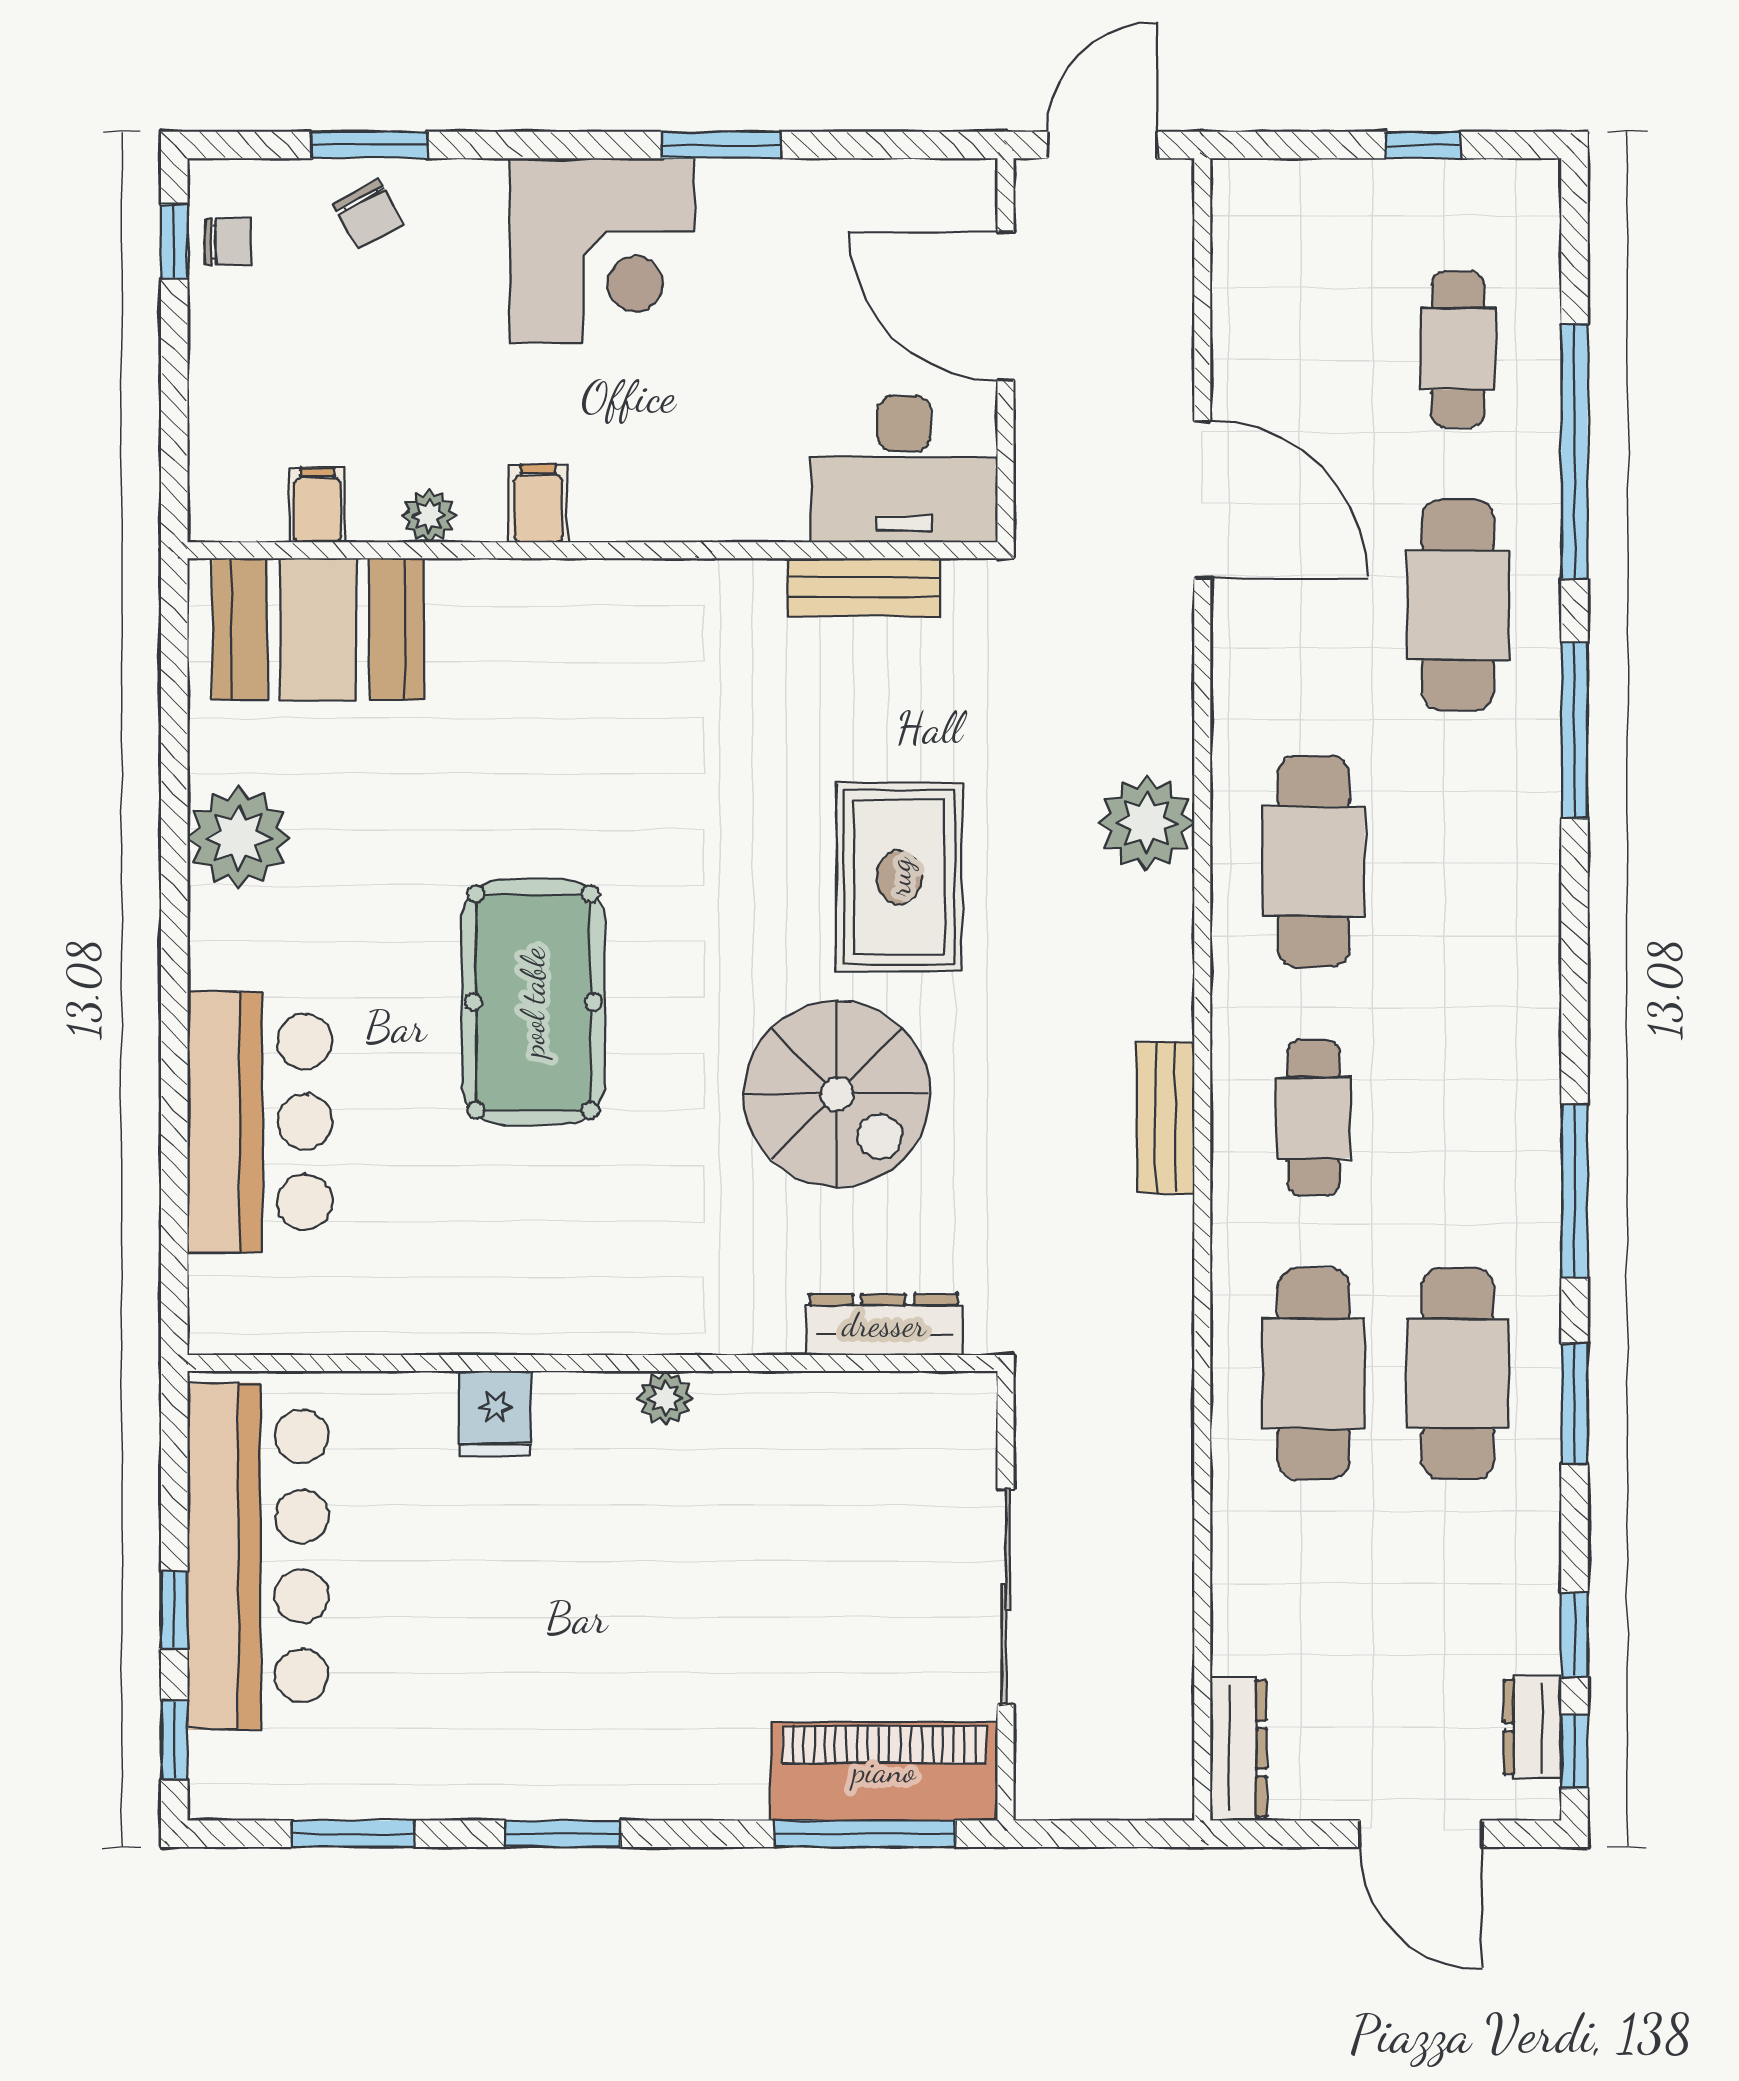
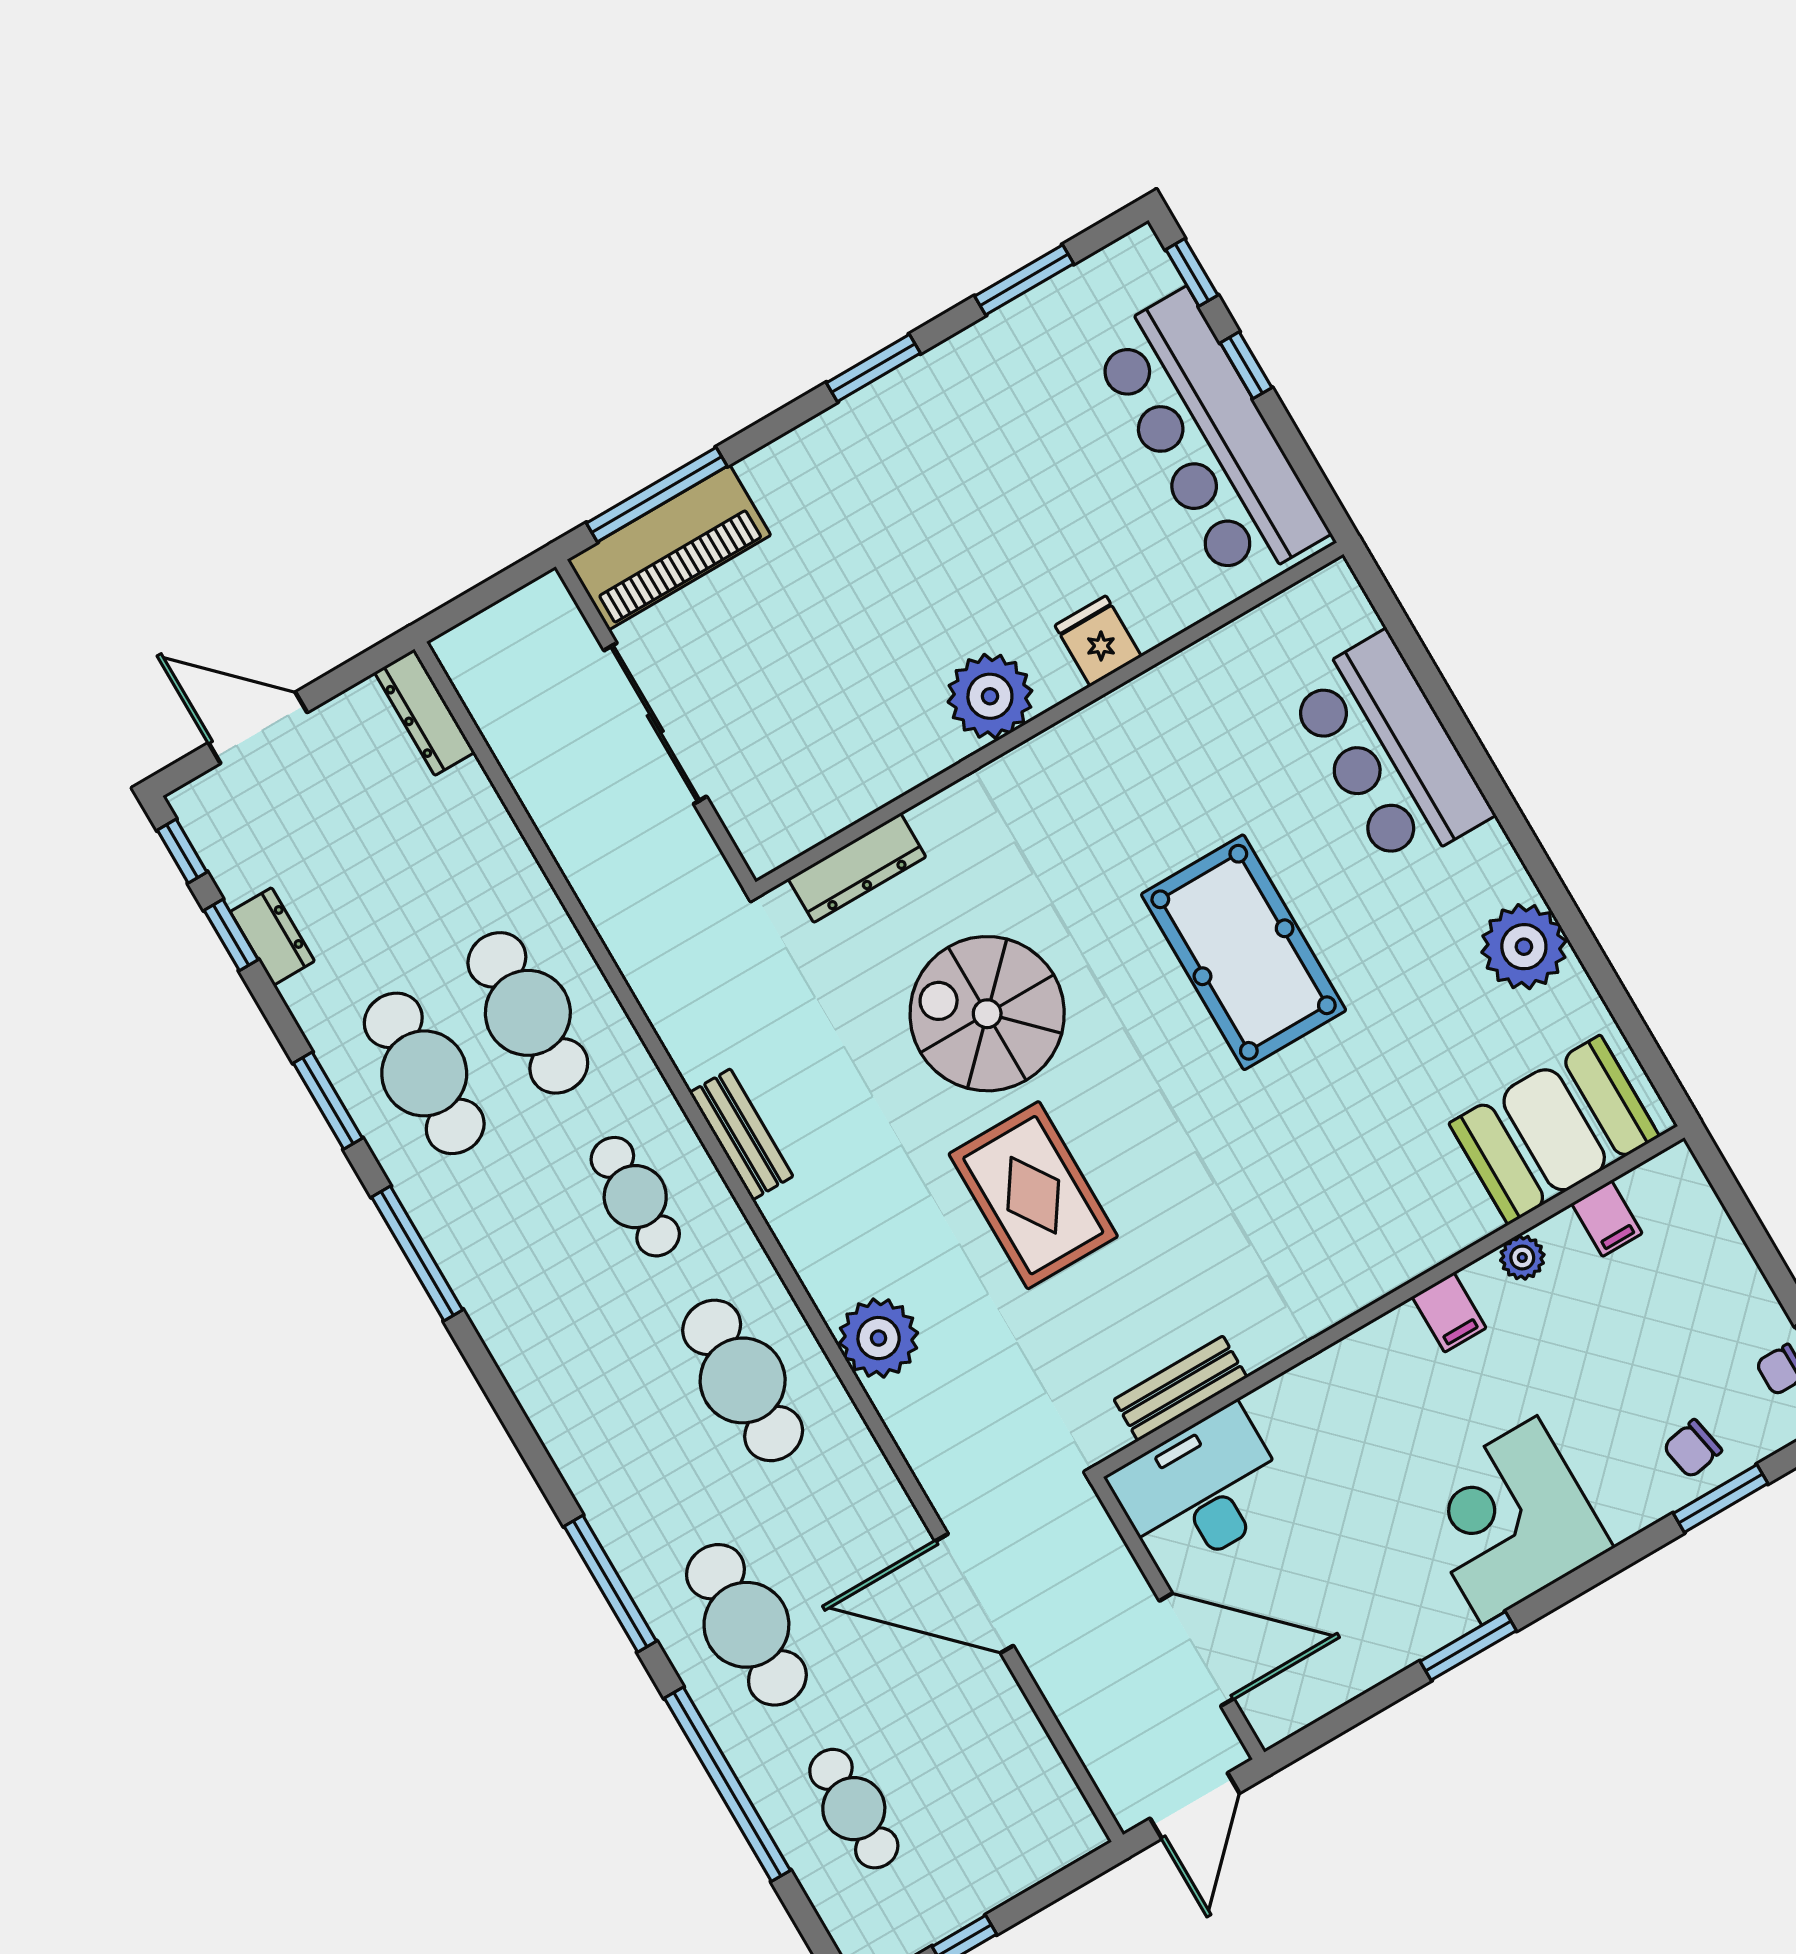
chair: (368, 214) -> (1692, 1449), turned -72
plant: (665, 1398) -> (990, 696), width x1.88, depth x1.88
dresser: (1532, 1727) -> (272, 936), moved

